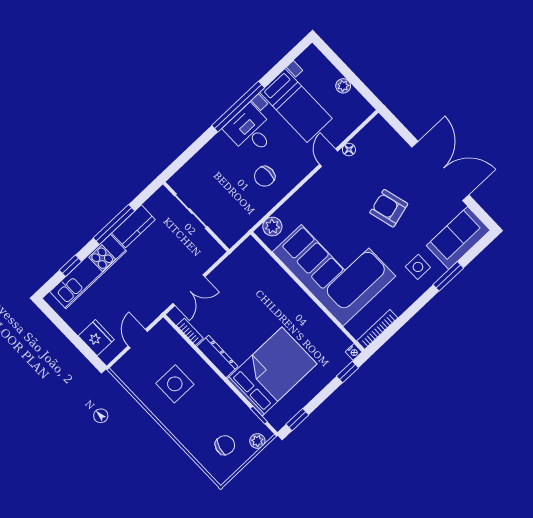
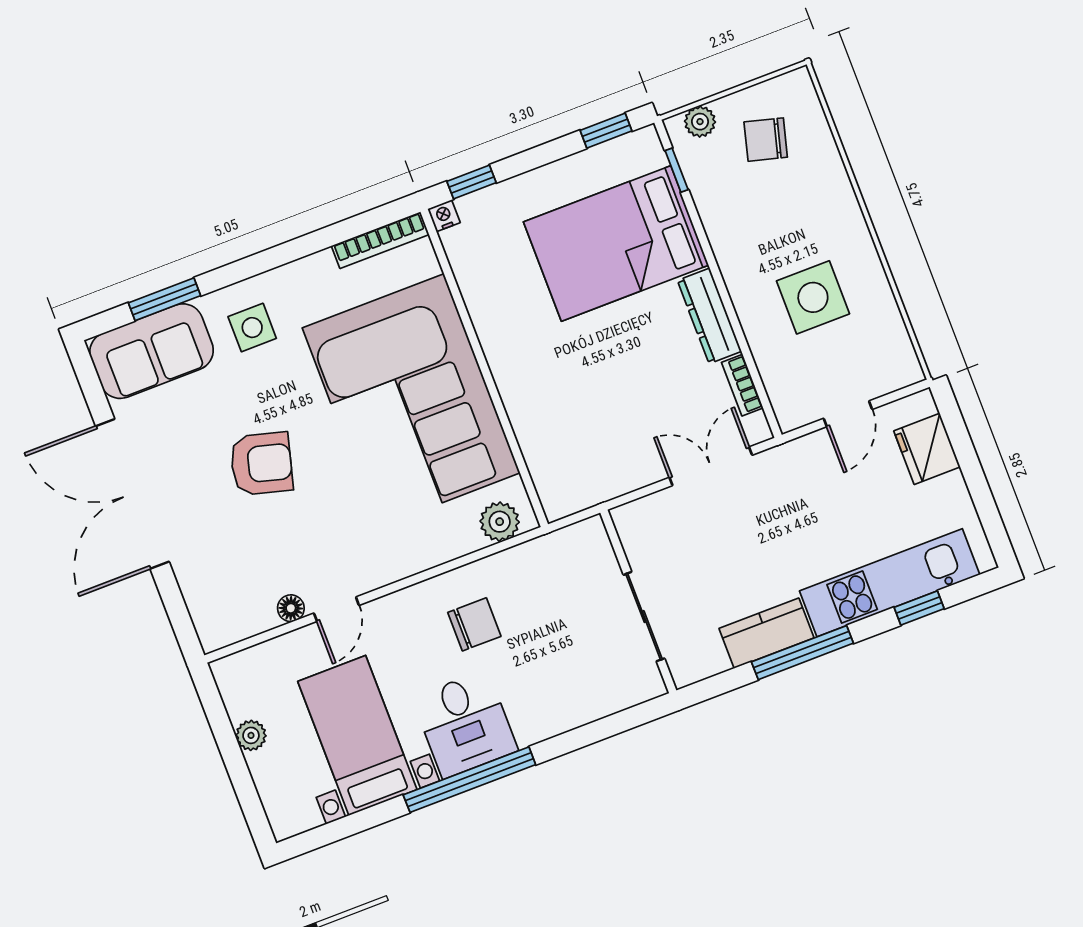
armchair: (389, 208) -> (261, 464), turned -60
window: (448, 276) -> (164, 299), moved

